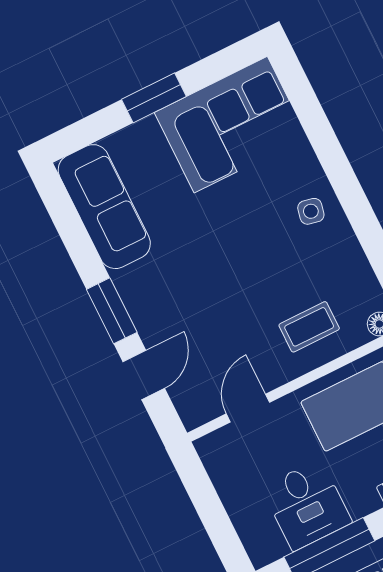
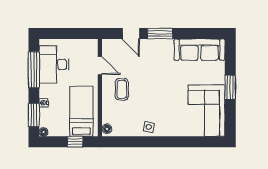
side table: (311, 211) -> (149, 127), moved
coffee table: (309, 327) -> (122, 89), moved
desk: (307, 505) -> (54, 64), width x1.37

